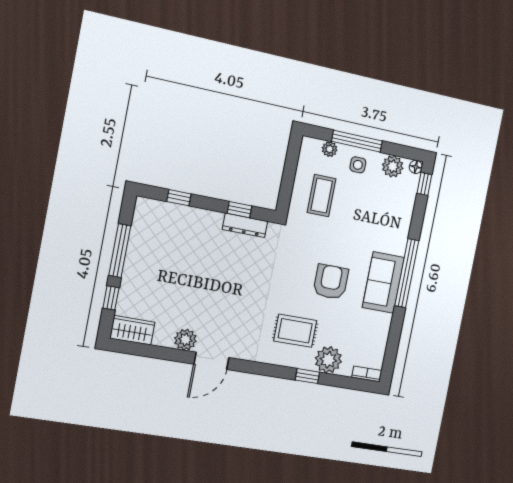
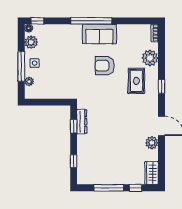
coffee table: (322, 196) -> (56, 81), removed
window: (307, 376) -> (162, 86), moved

